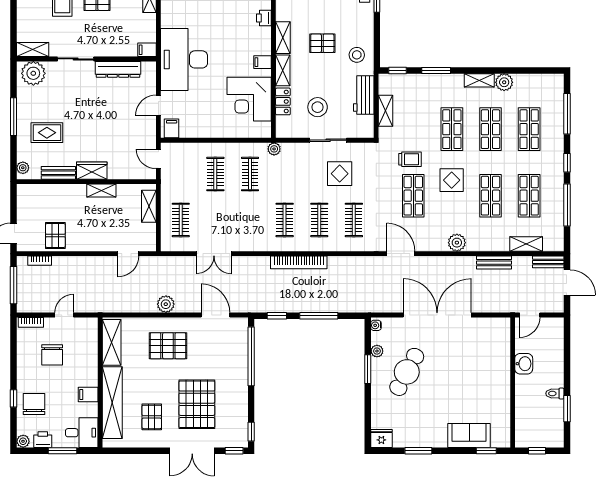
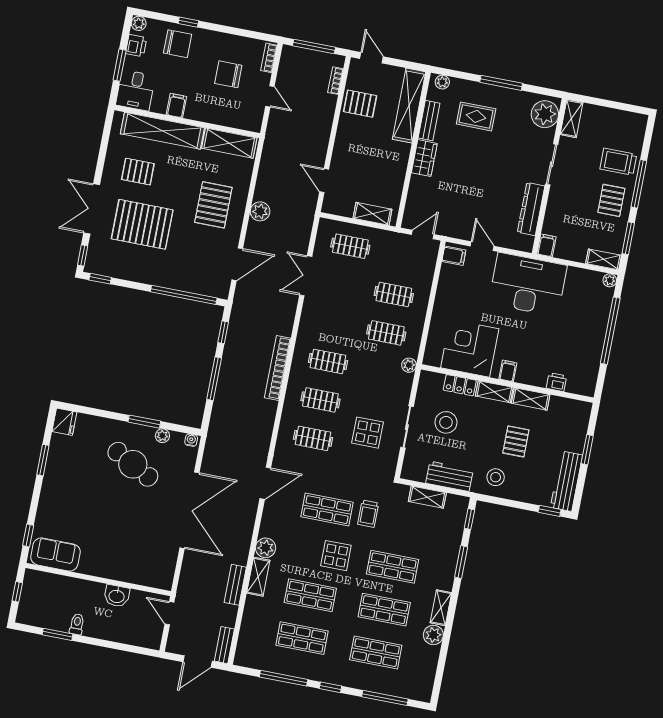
rug: (47, 133) -> (476, 116), turned 90
shelving: (101, 191) -> (409, 105), moved, width x2.20, depth x1.33
shelving: (526, 244) -> (258, 577), moved
sofa: (469, 435) -> (55, 554), moved, turned -90

